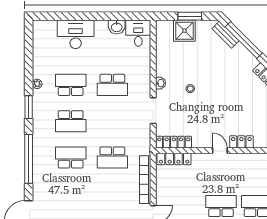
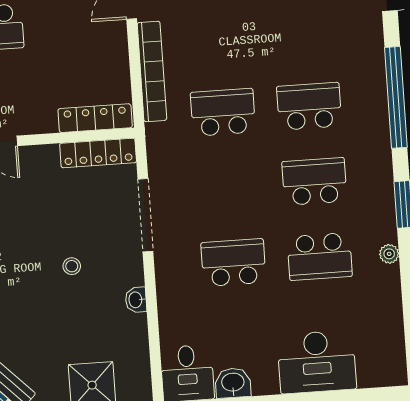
washbasin: (161, 83) -> (136, 300), moved
doorway: (153, 111) -> (145, 215), width x1.36
school desk: (71, 158) -> (309, 106), turned 180

